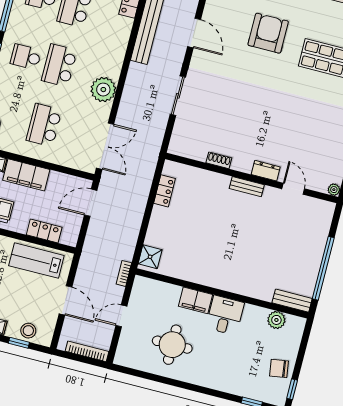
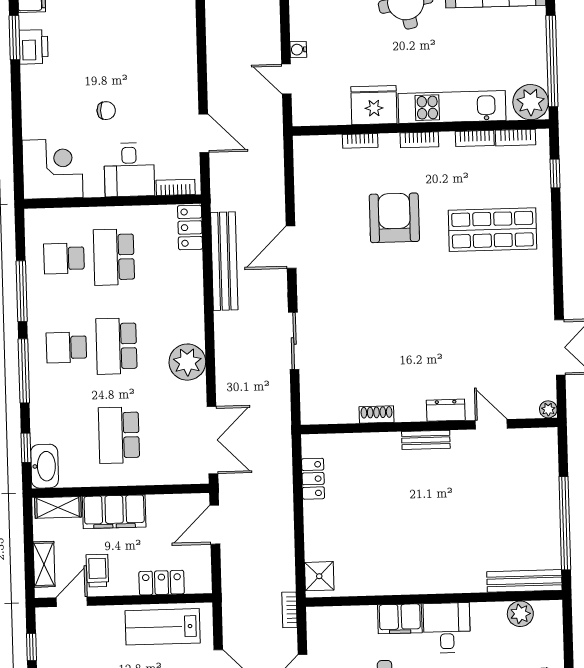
door: (194, 33) -> (291, 247), swing flipped
bench: (292, 301) -> (524, 581), width x1.36

